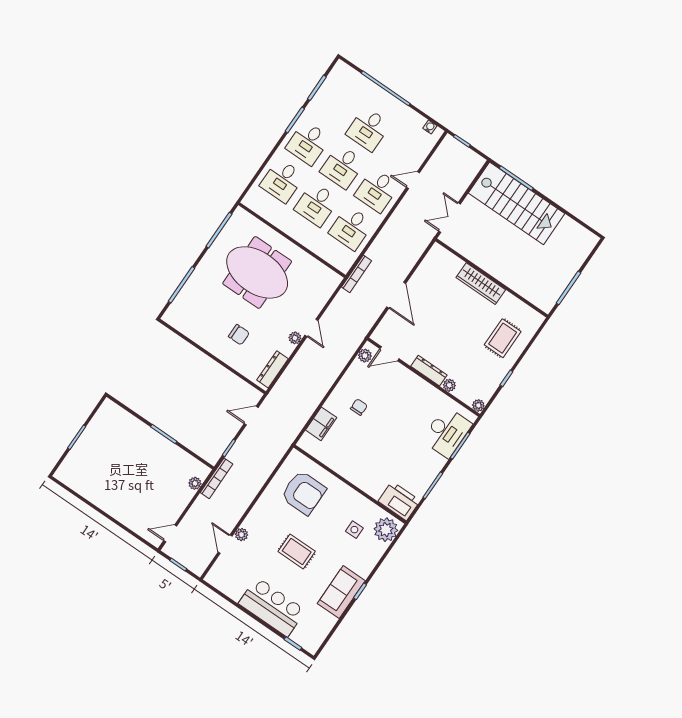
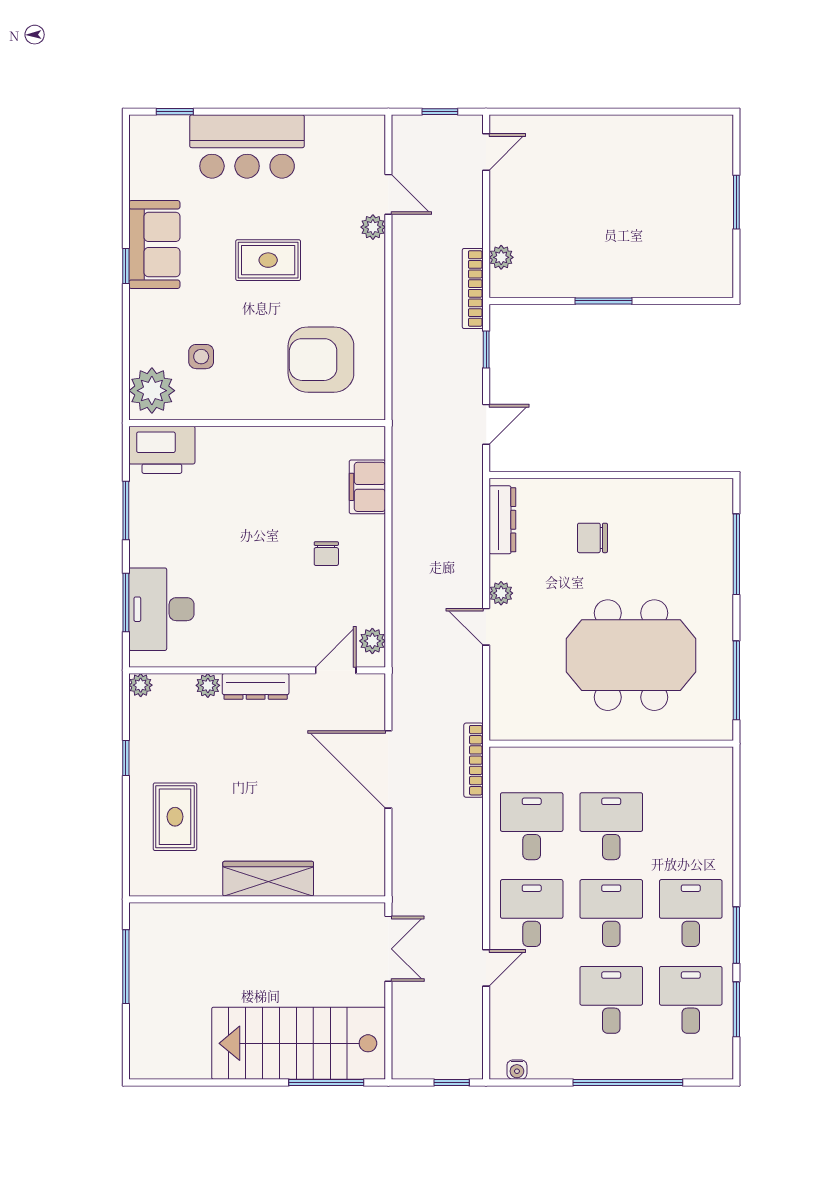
desk: (282, 181) -> (691, 1000), moved
door: (396, 295) -> (388, 769), width x1.36

